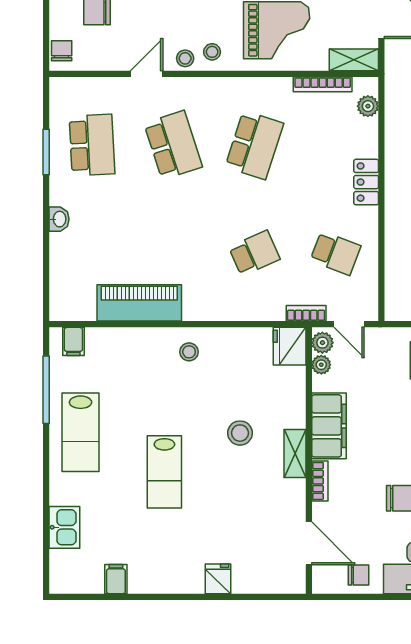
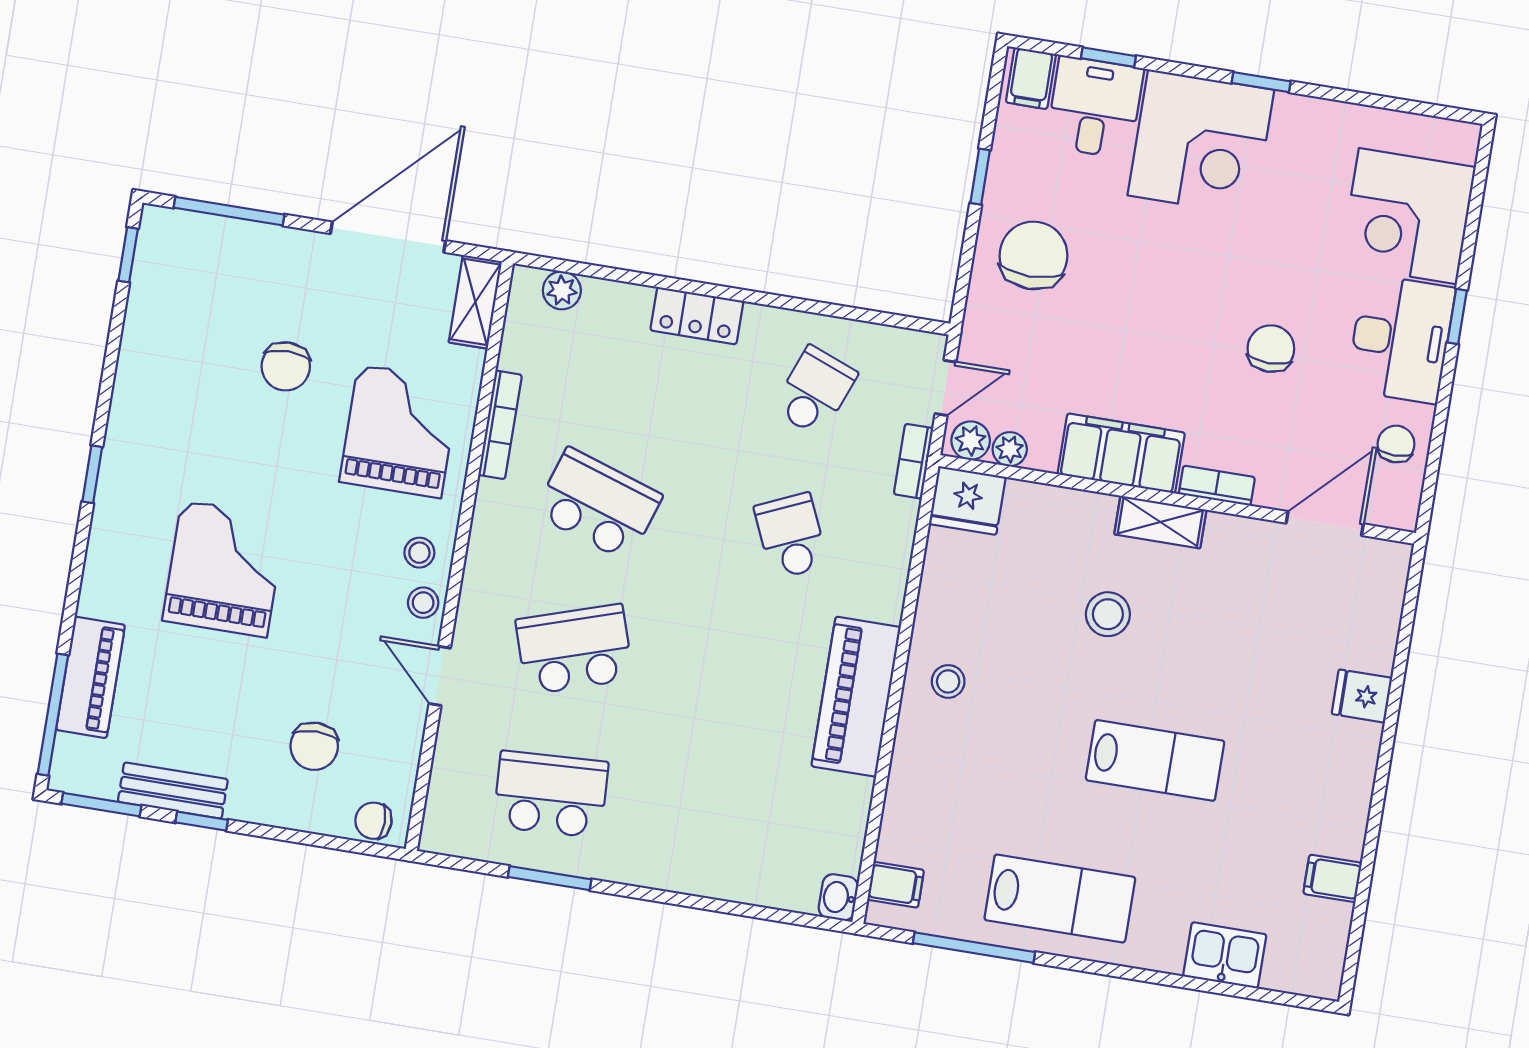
bookcase: (323, 84) -> (500, 425), moved
washbasin: (59, 219) -> (838, 897), moved, turned -90
piano: (139, 303) -> (856, 697), moved

